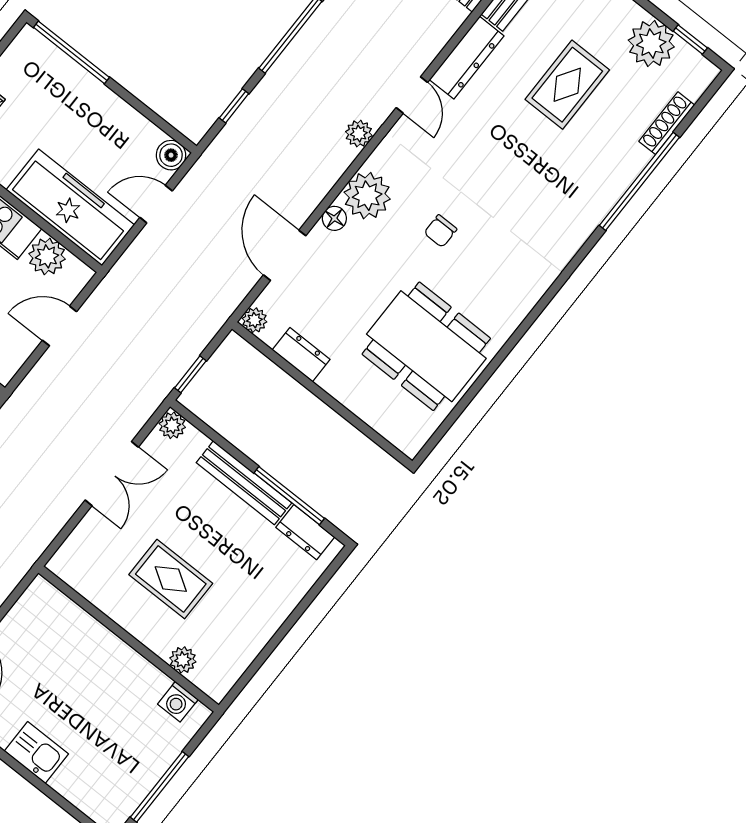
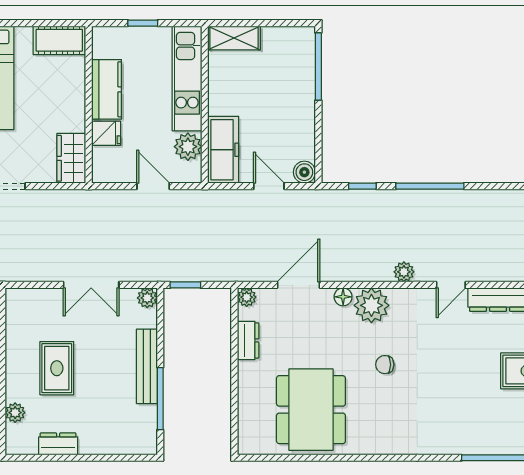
freezer: (70, 207) -> (223, 150), width x0.73, depth x0.79
dresser: (305, 532) -> (58, 444), moved, turned 90

